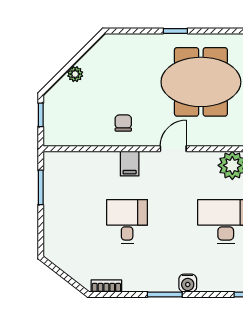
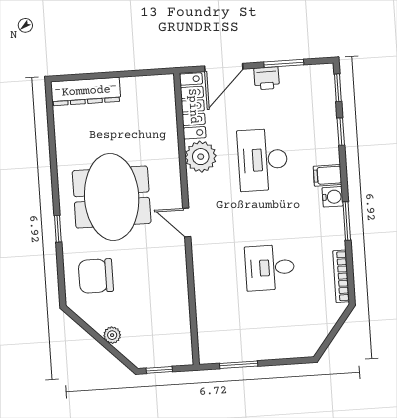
chair: (123, 123) -> (96, 276), moved, width x1.87, depth x1.87
filing cabinet: (130, 164) -> (327, 175), moved, turned 180
bookcase: (106, 286) -> (341, 276), width x1.56

